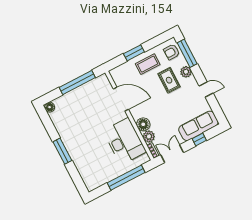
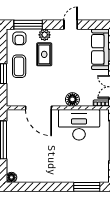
rug: (169, 80) -> (44, 54), turned 90
door: (121, 99) -> (38, 108), swing flipped
plant: (149, 136) -> (86, 100), removed
window: (62, 151) -> (87, 187), moved

